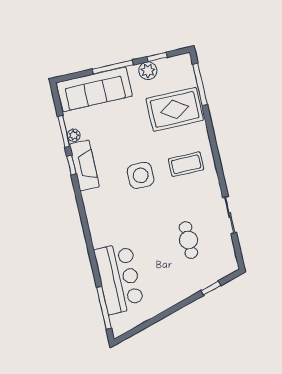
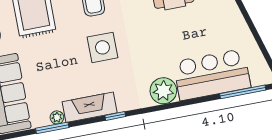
window: (72, 165) -> (115, 116), moved
plant: (102, 234) -> (163, 91), added

